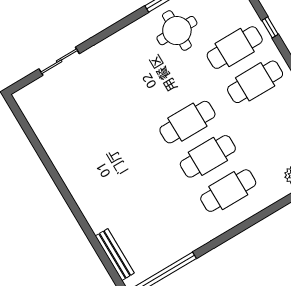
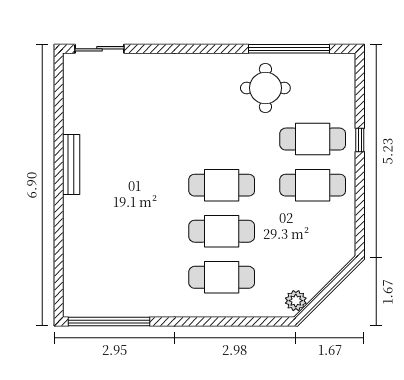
sliding door: (59, 61) -> (99, 49), moved
bench: (115, 255) -> (71, 164), moved

